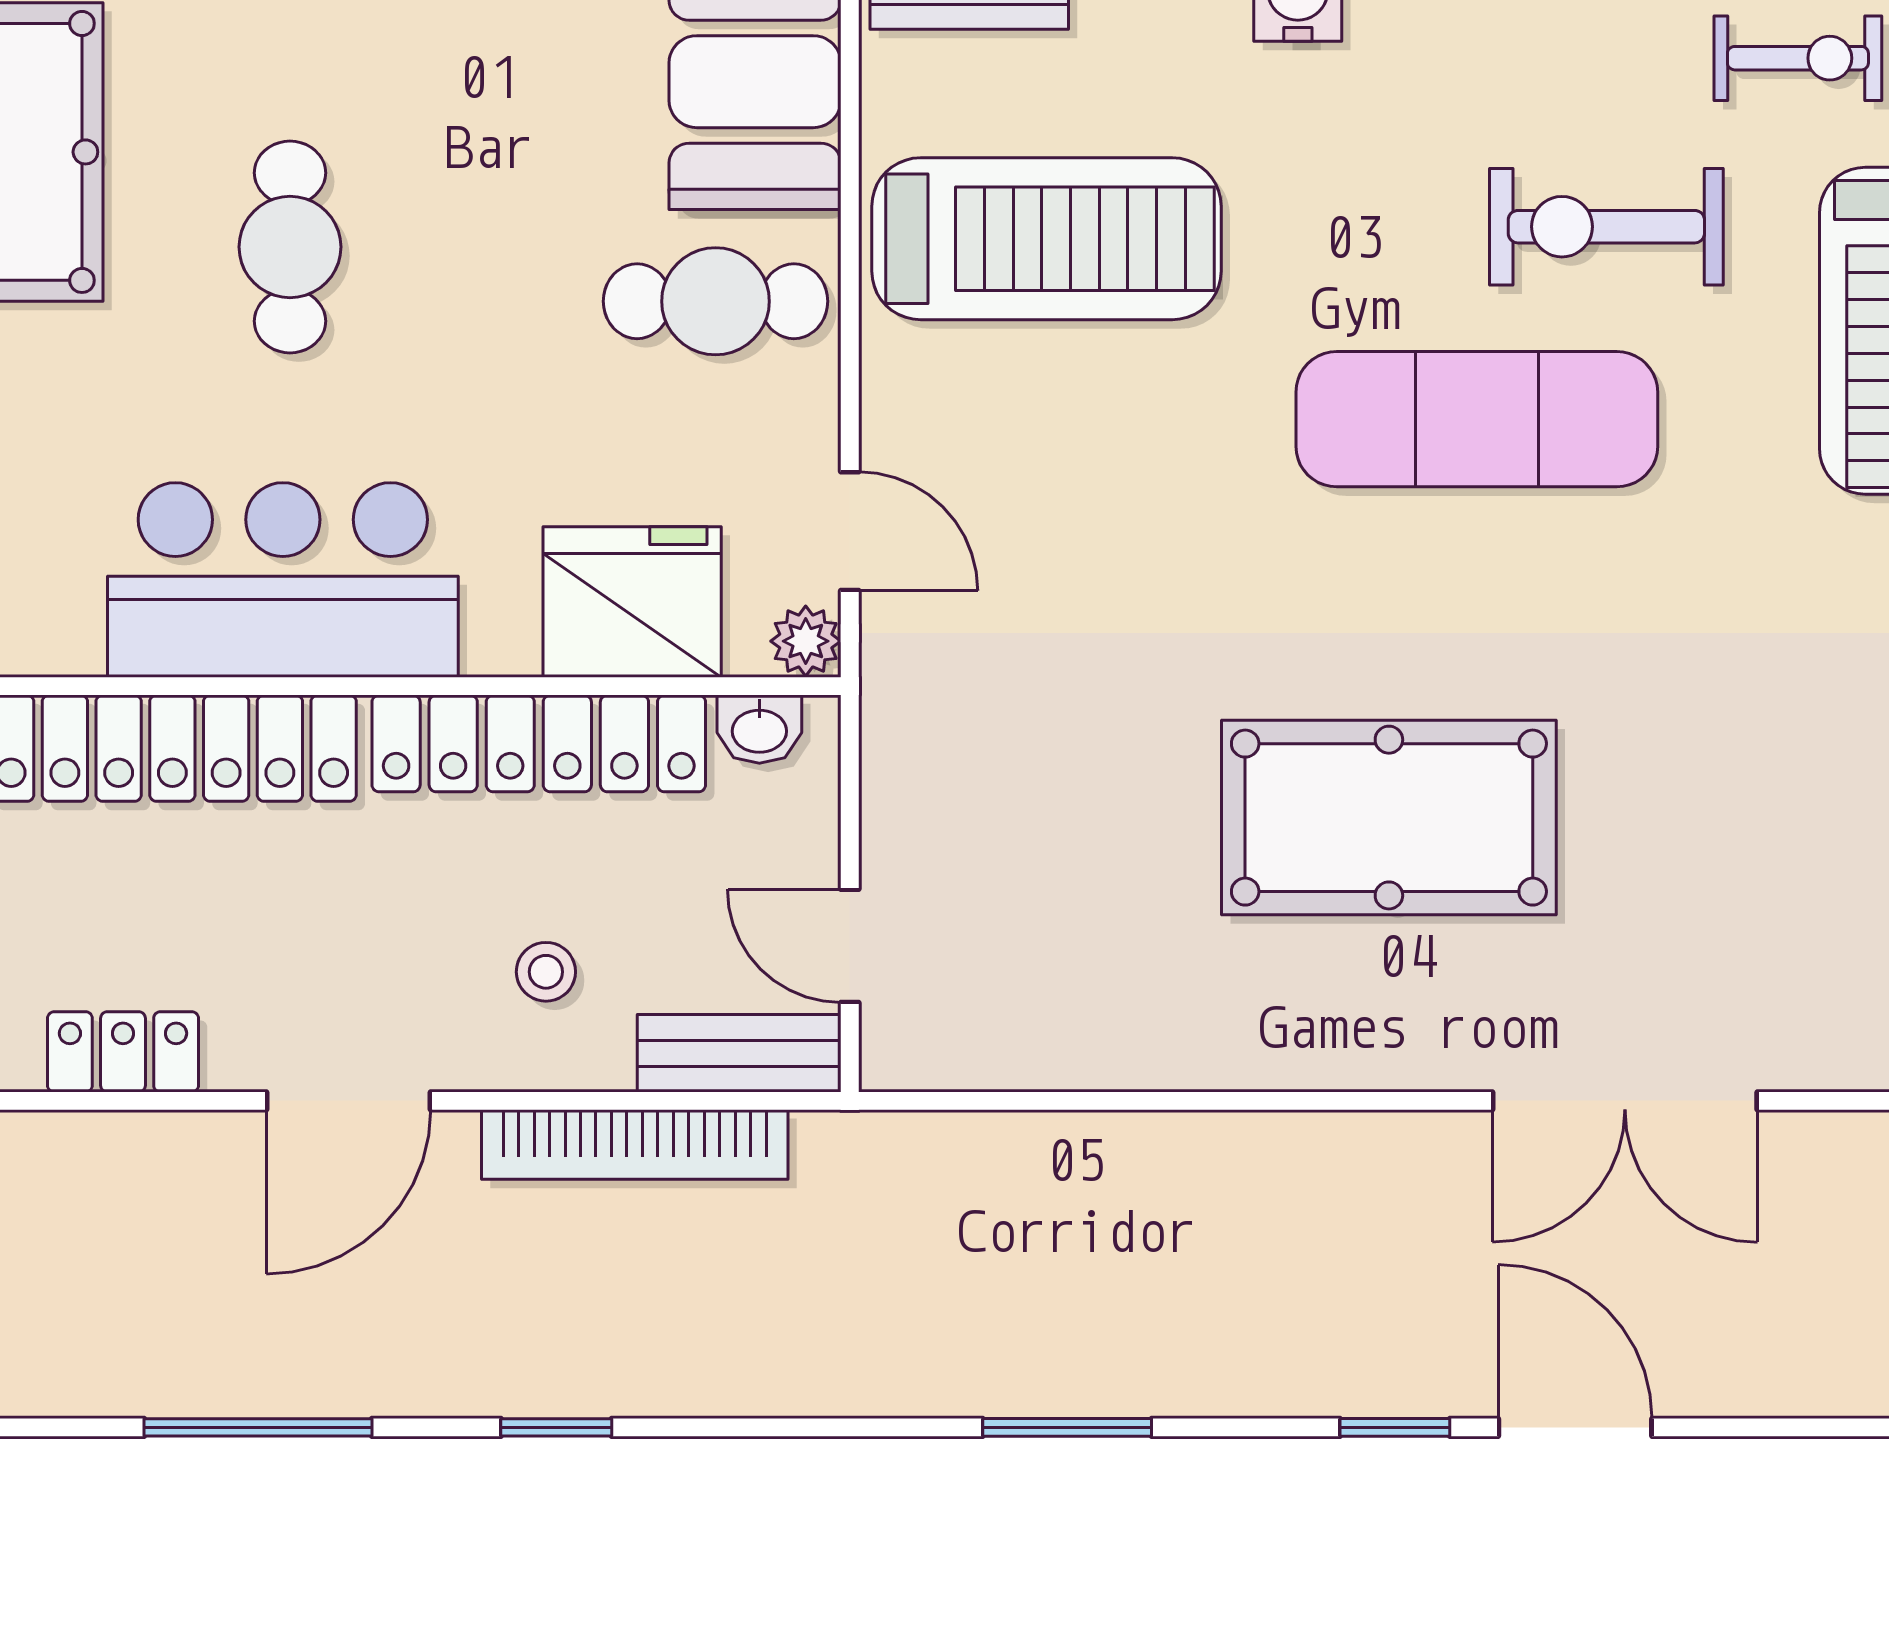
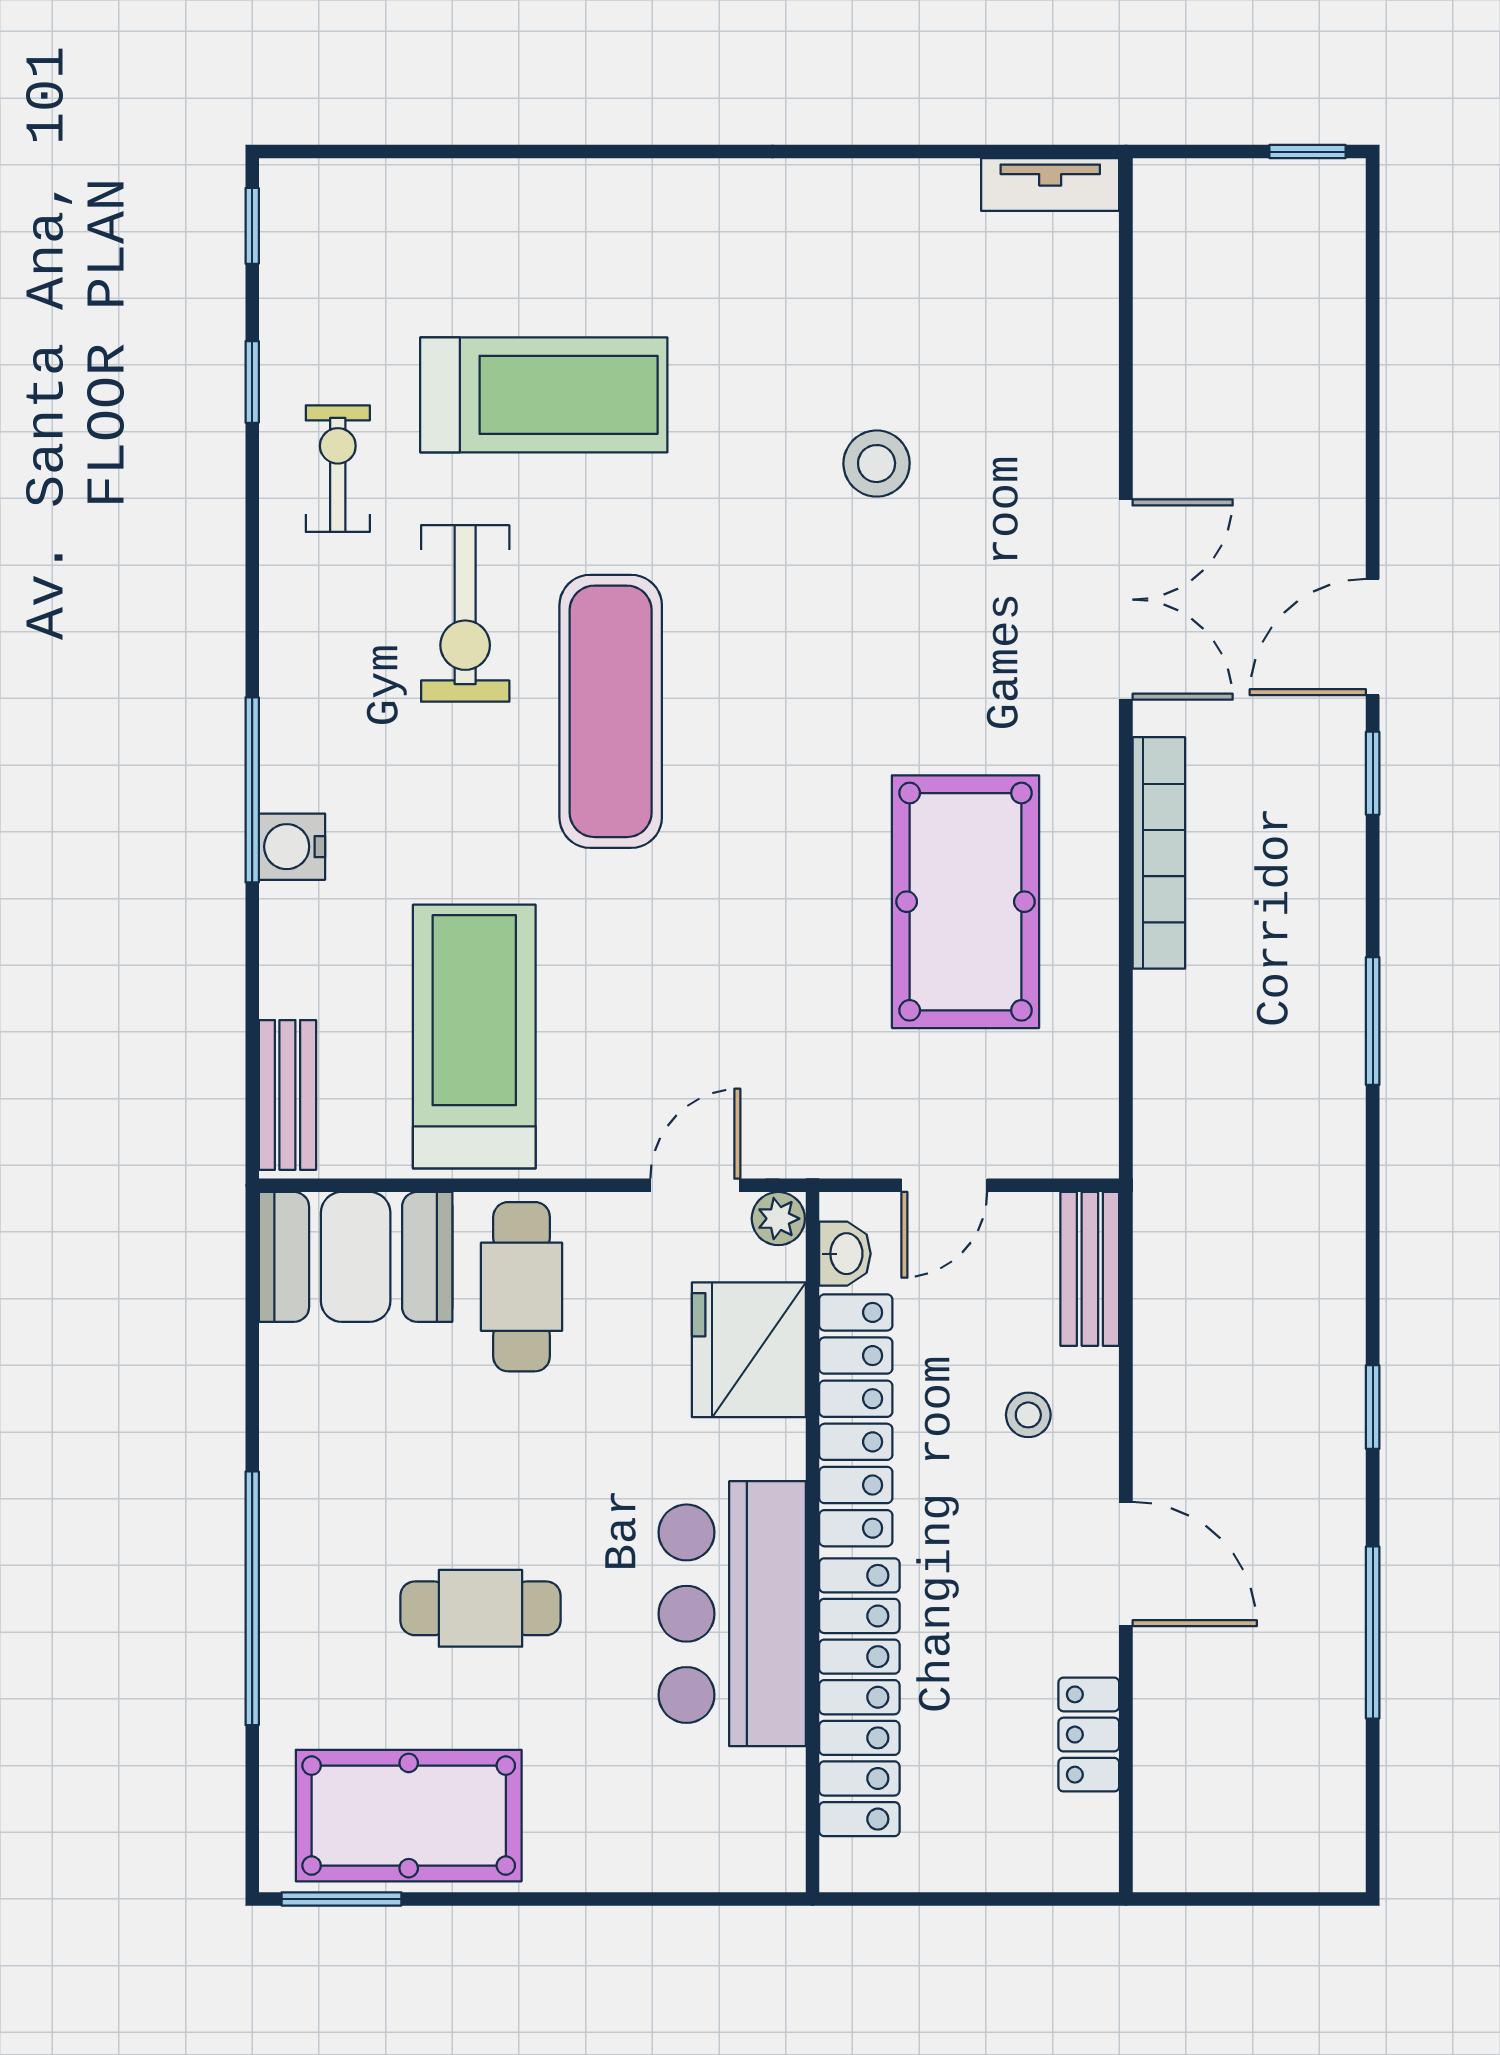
stool: (1805, 771) -> (877, 464), added
pool table: (1389, 818) -> (966, 902), moved
door: (850, 946) -> (944, 1185), moved
bookcase: (635, 1144) -> (1159, 853), moved

